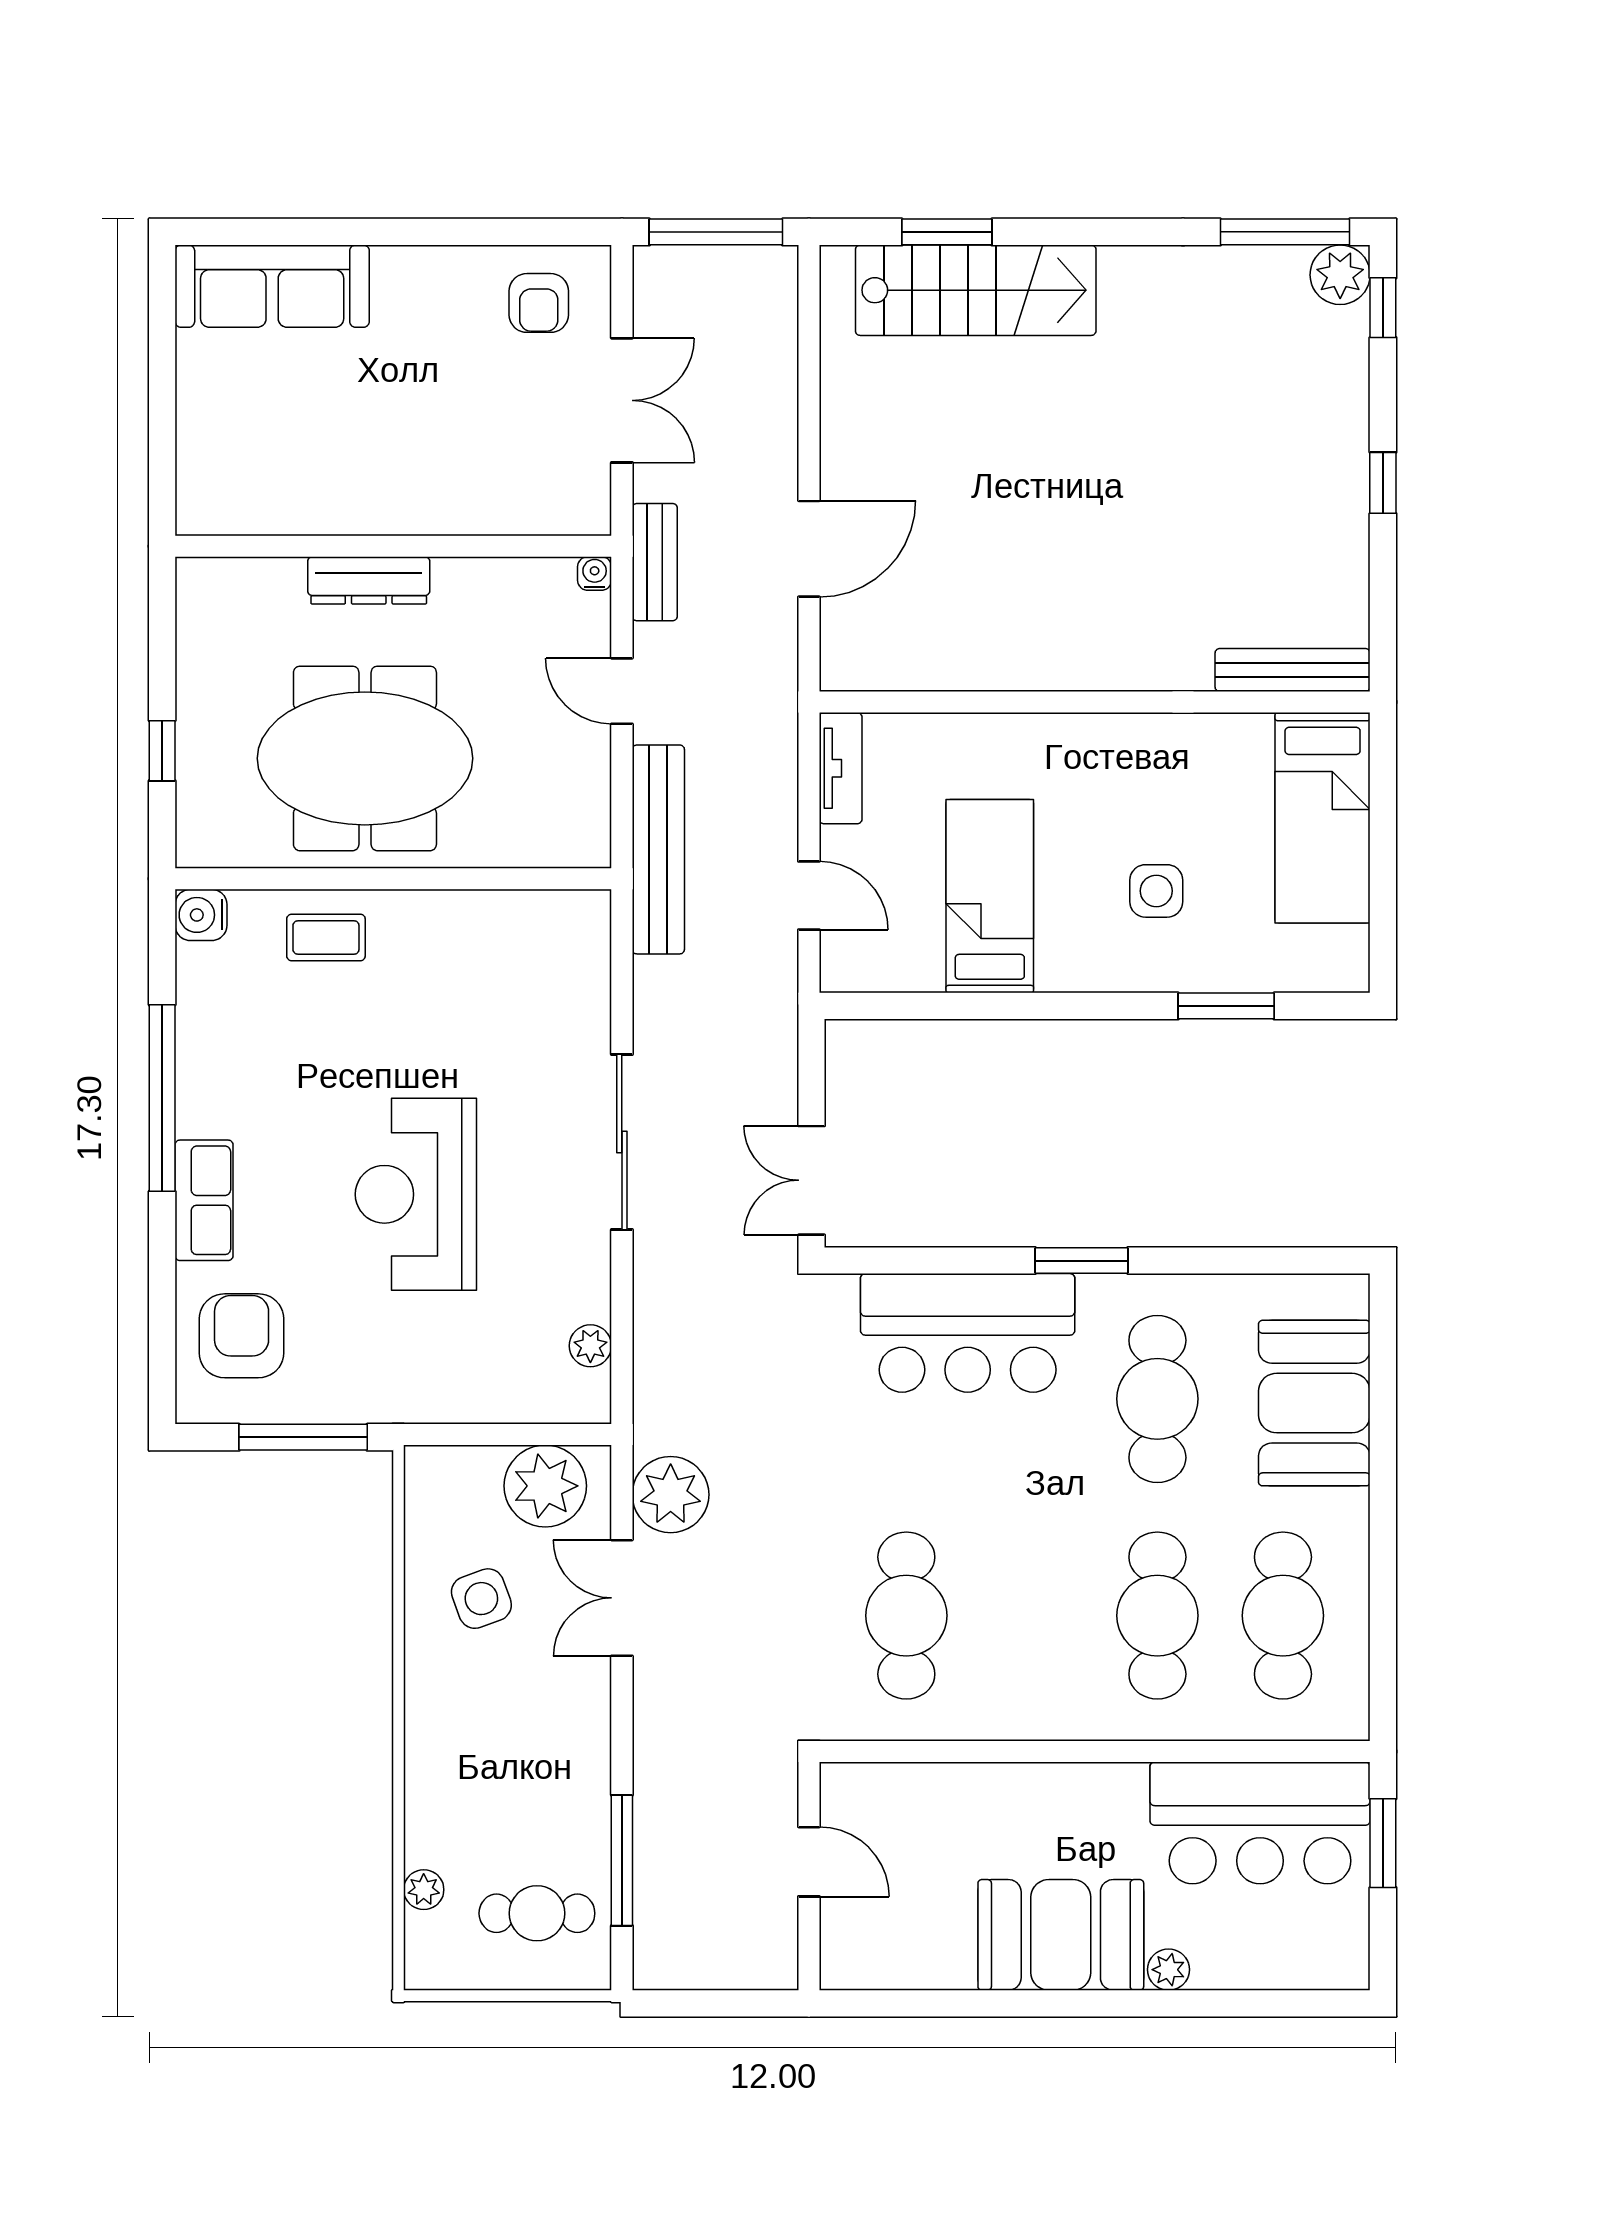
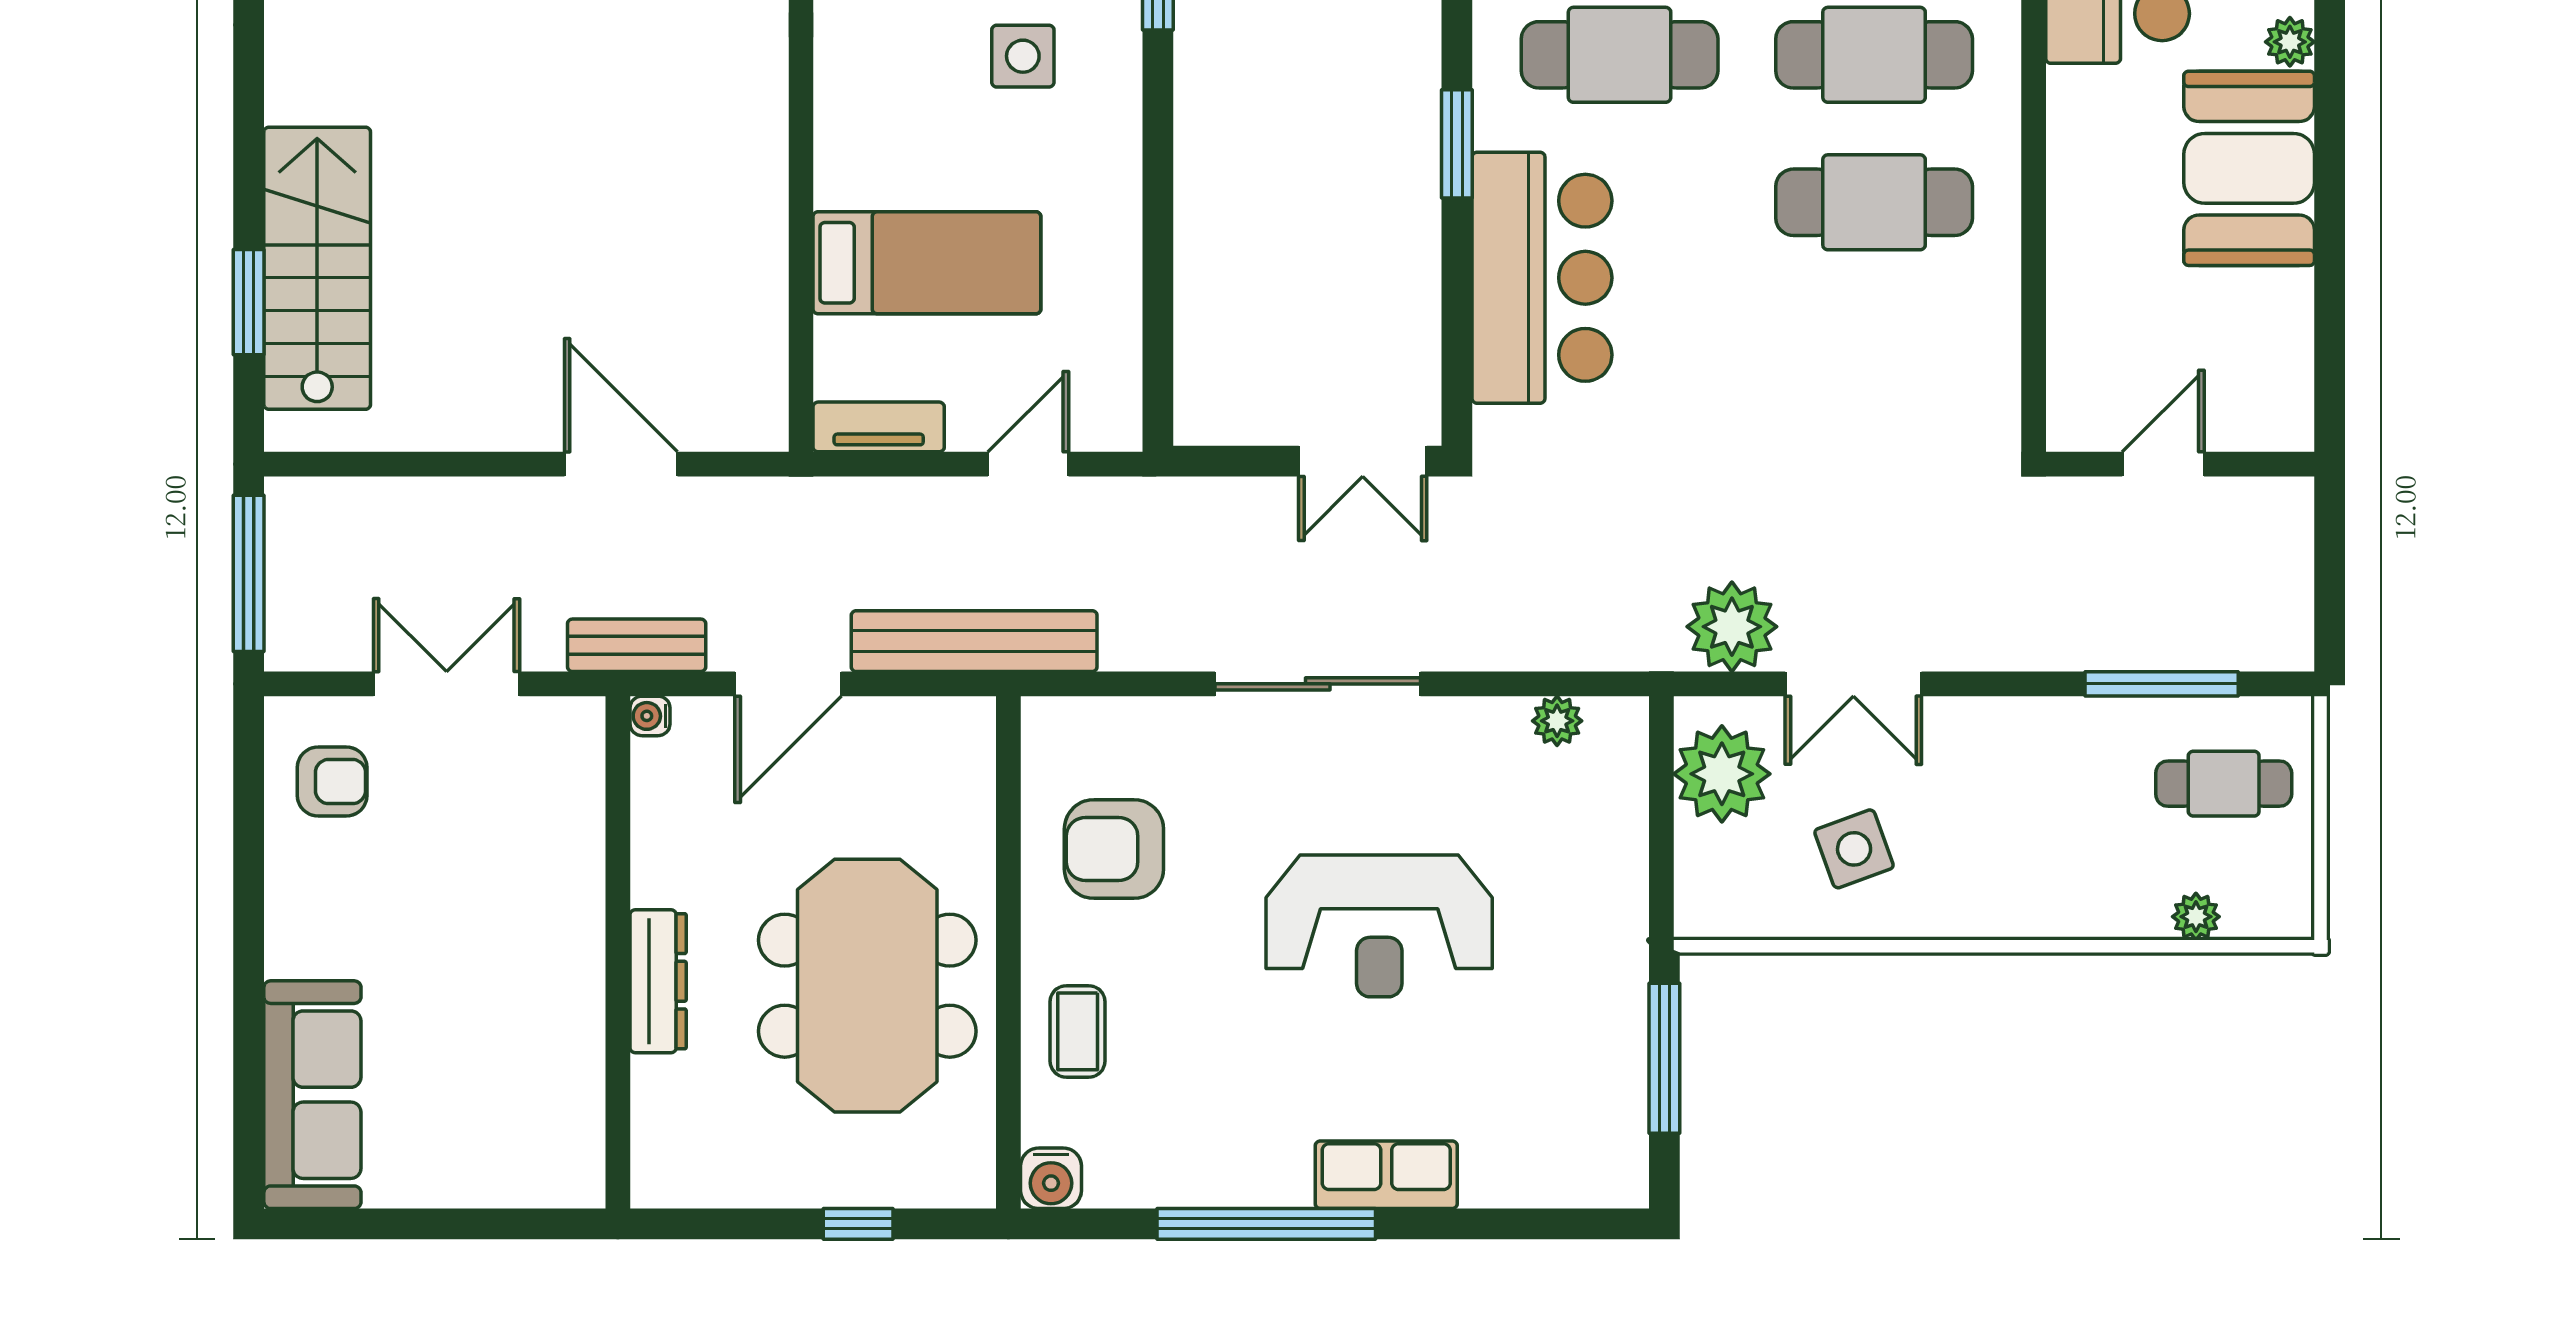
door: (622, 691) -> (788, 684), width x1.38
bed: (990, 896) -> (927, 263), moved, turned 180
armchair: (242, 1336) -> (1114, 849), moved
cafe table: (906, 1616) -> (1874, 202), moved
cafe table: (537, 1913) -> (2224, 784), turned 90

